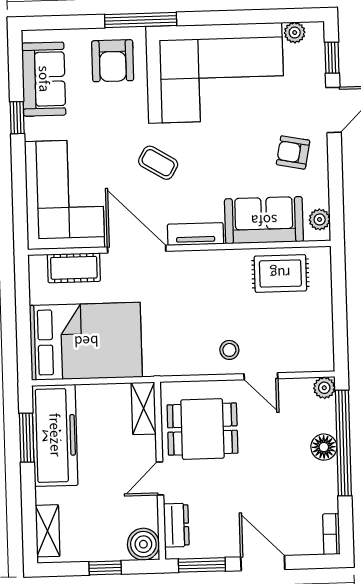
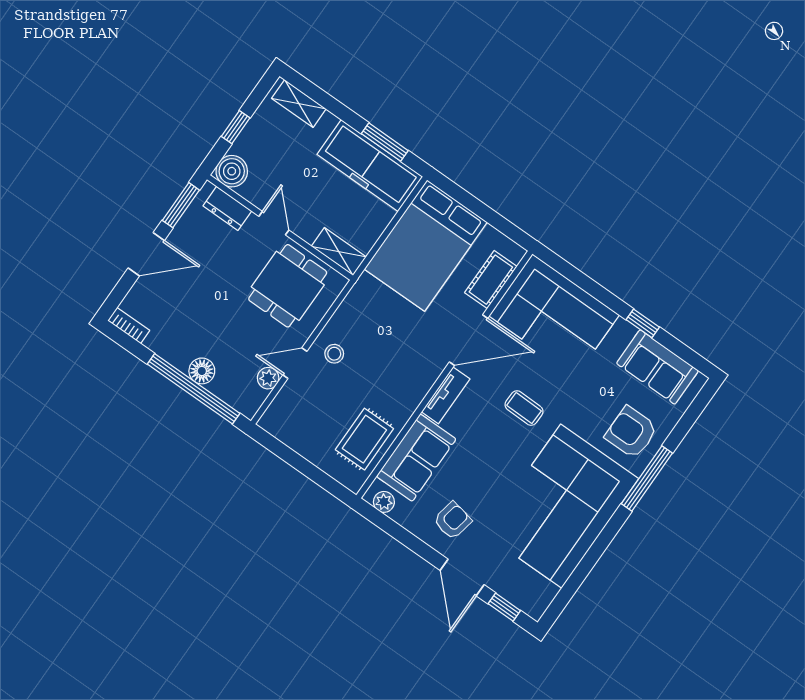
plant: (295, 33) -> (546, 593), removed
coffee table: (158, 163) -> (524, 408), turned 60
plant: (324, 388) -> (268, 378), moved

